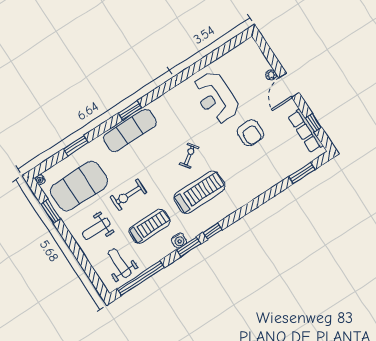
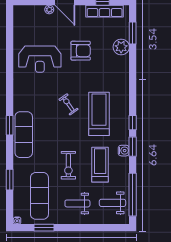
plant: (280, 171) -> (121, 47), added
exercise mat: (79, 186) -> (39, 196), width x0.68
weight bench: (96, 229) -> (77, 203), turned 90

